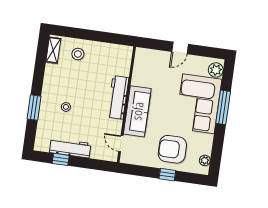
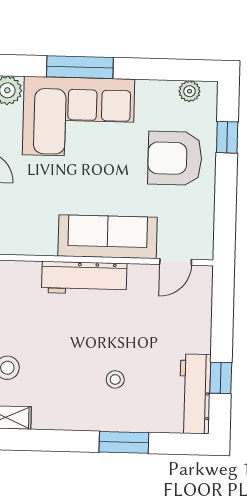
workbench: (70, 148) -> (195, 394), moved
armchair: (172, 149) -> (175, 158), turned 90
window: (167, 175) -> (227, 137), moved

